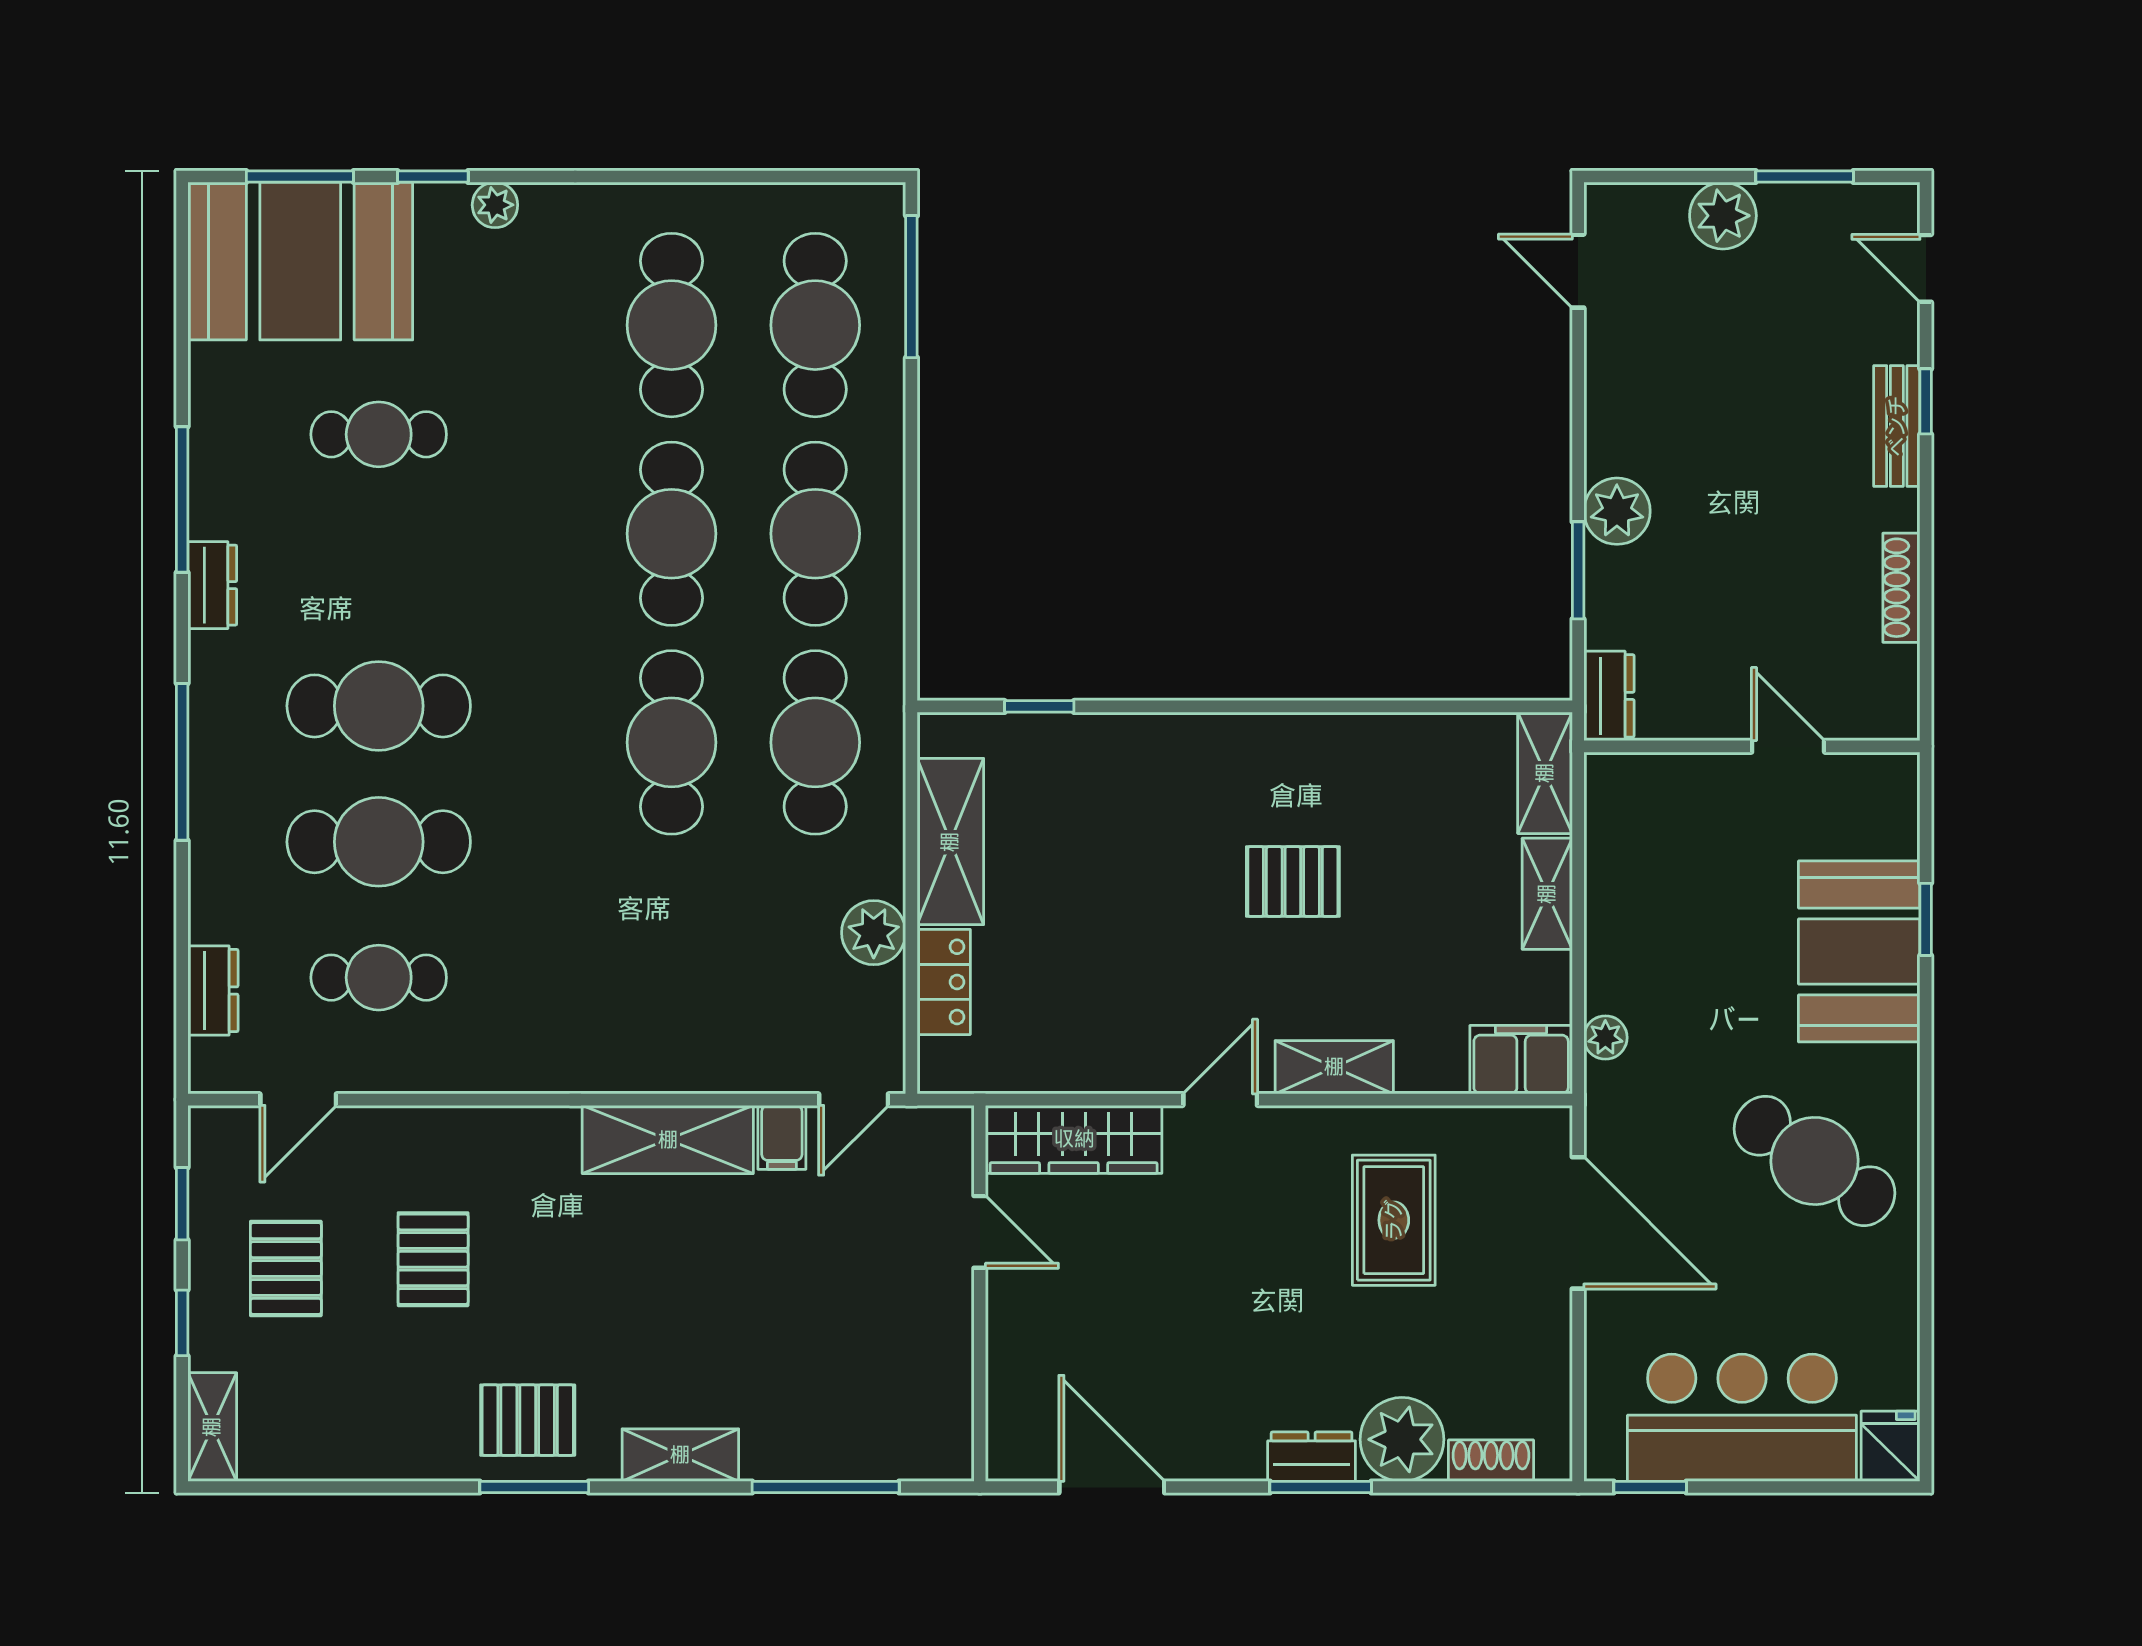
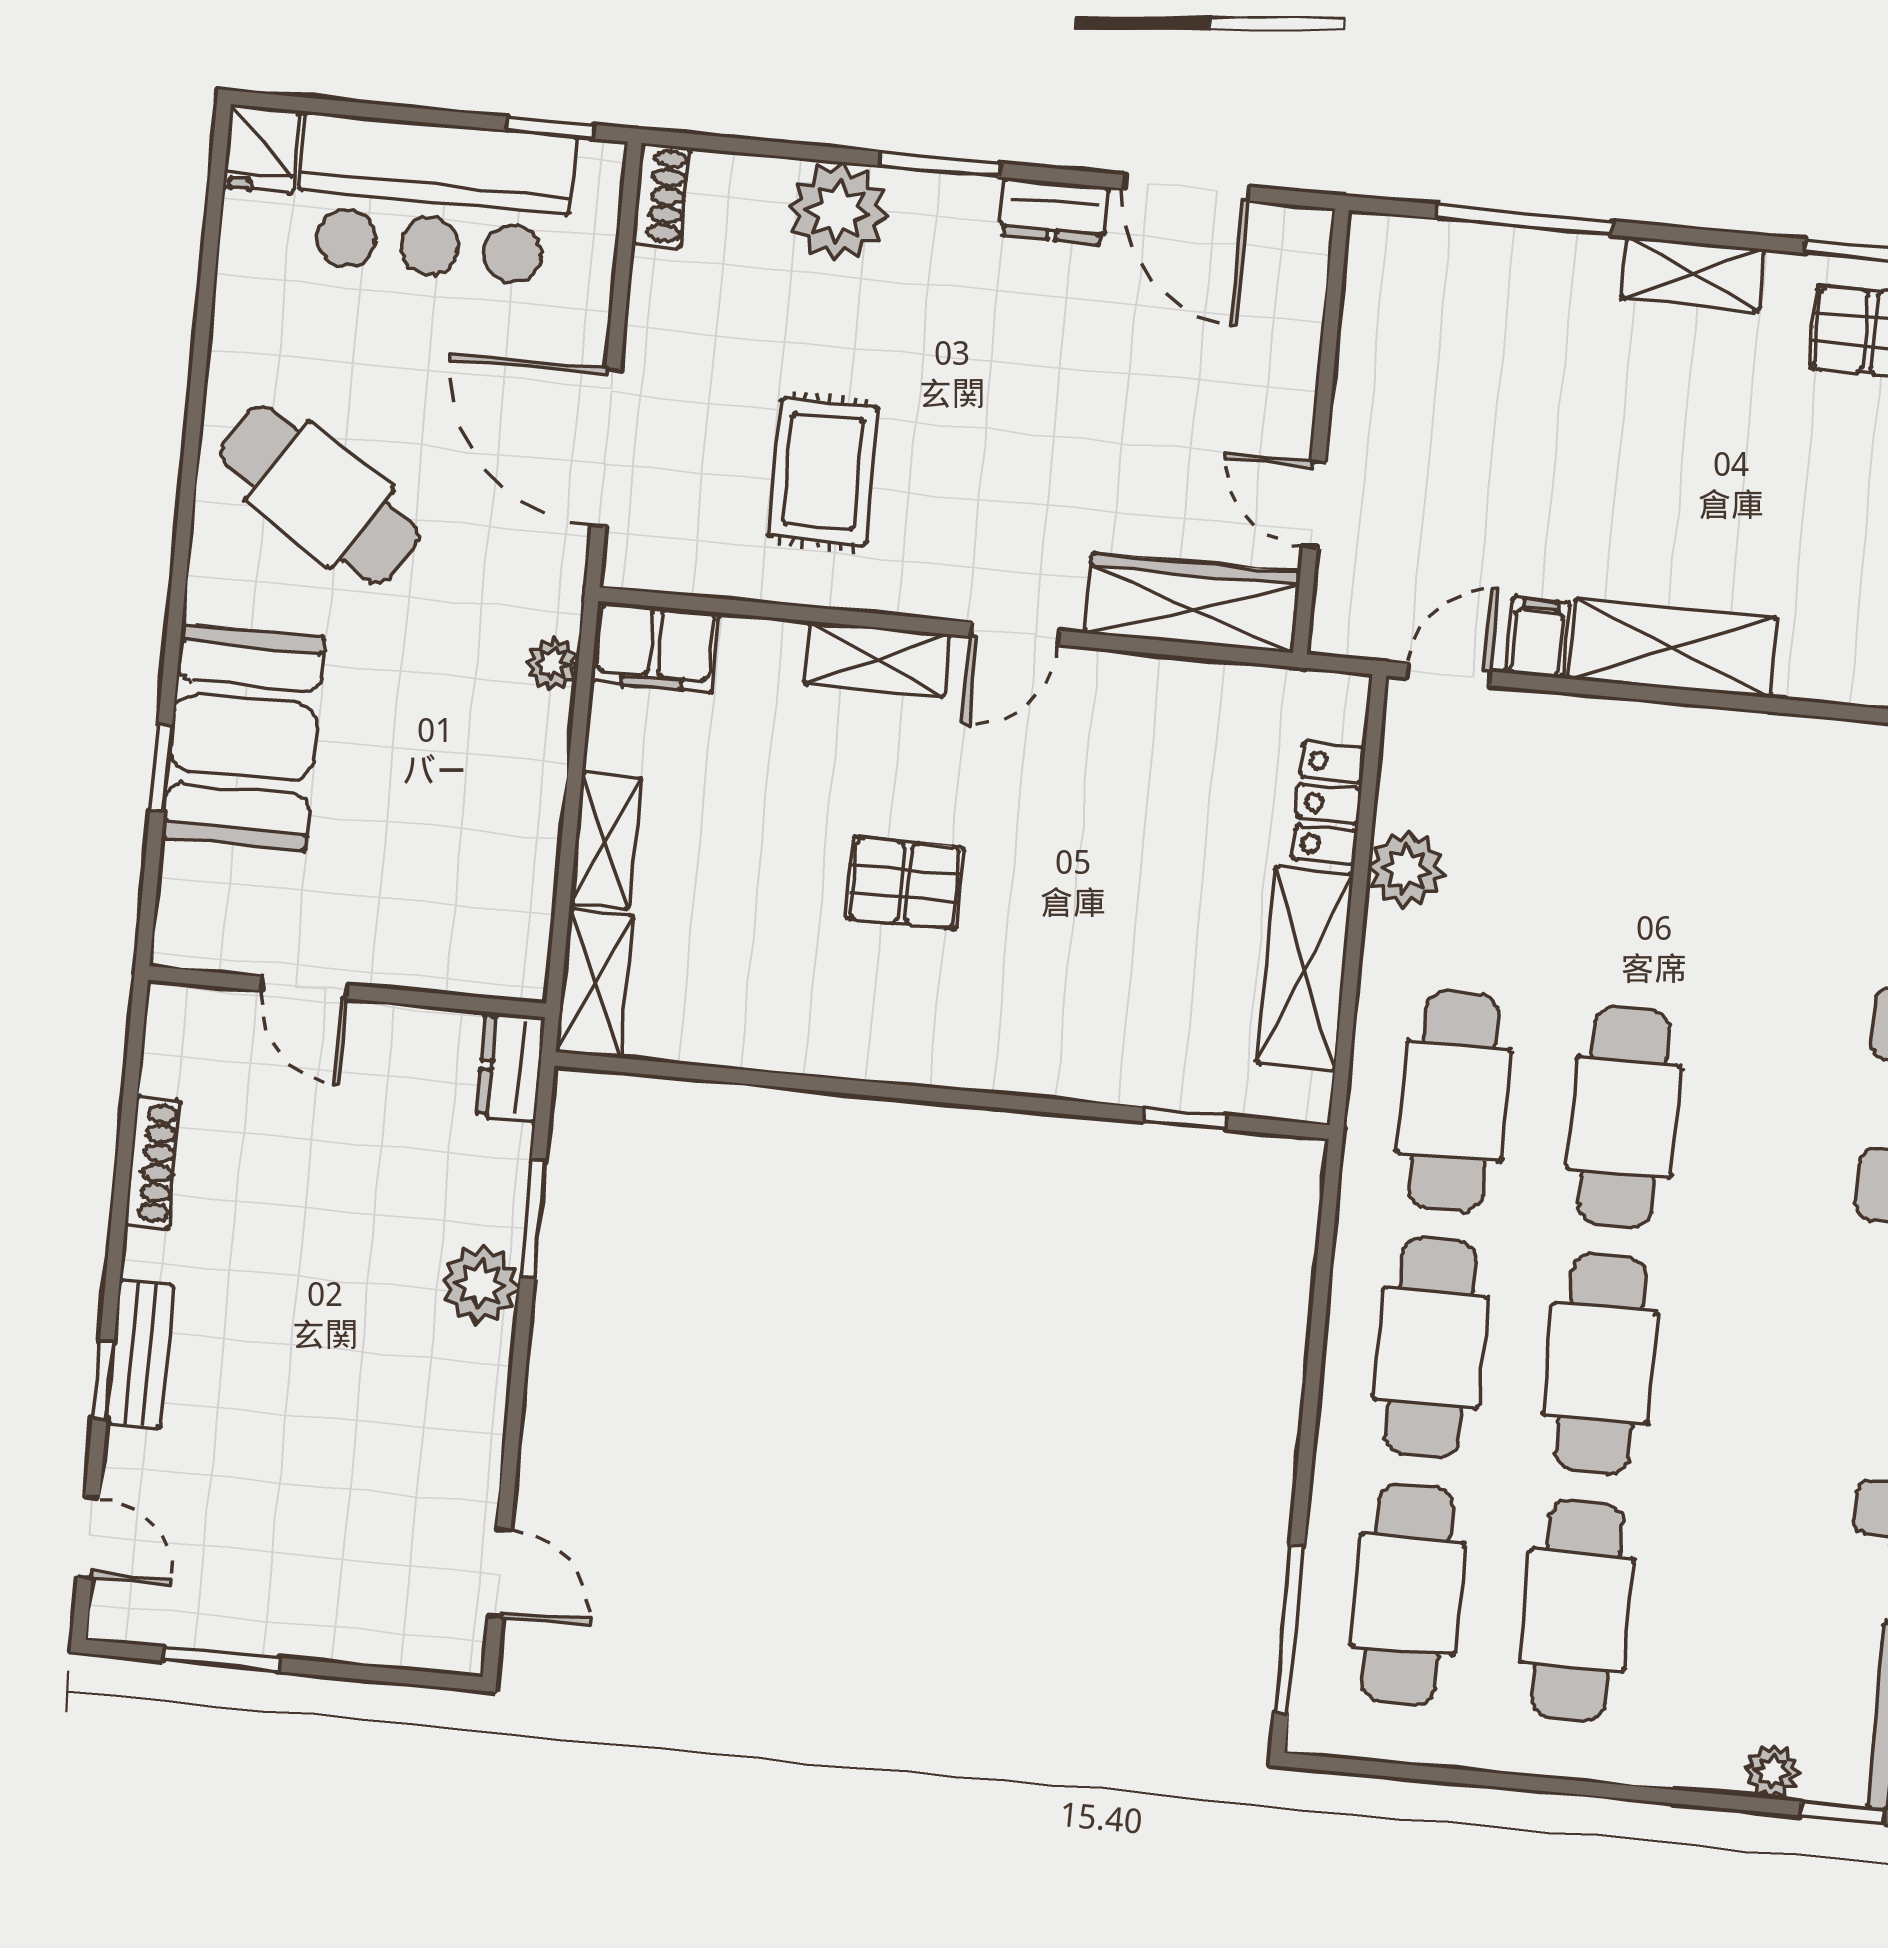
plant: (1723, 216) -> (322, 1622), removed
dresser: (1312, 1457) -> (1054, 211), moved
shoe rack: (1491, 1461) -> (661, 196), moved, turned -90

